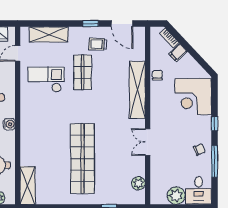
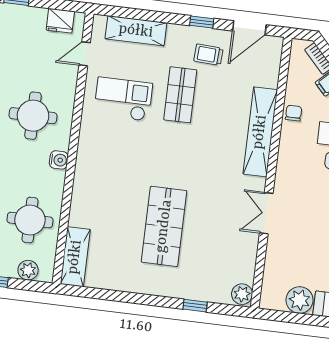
door: (122, 24) -> (249, 28), hinge flipped
shop shelf: (83, 159) -> (164, 226), width x0.71
plant: (138, 183) -> (242, 294), moved

